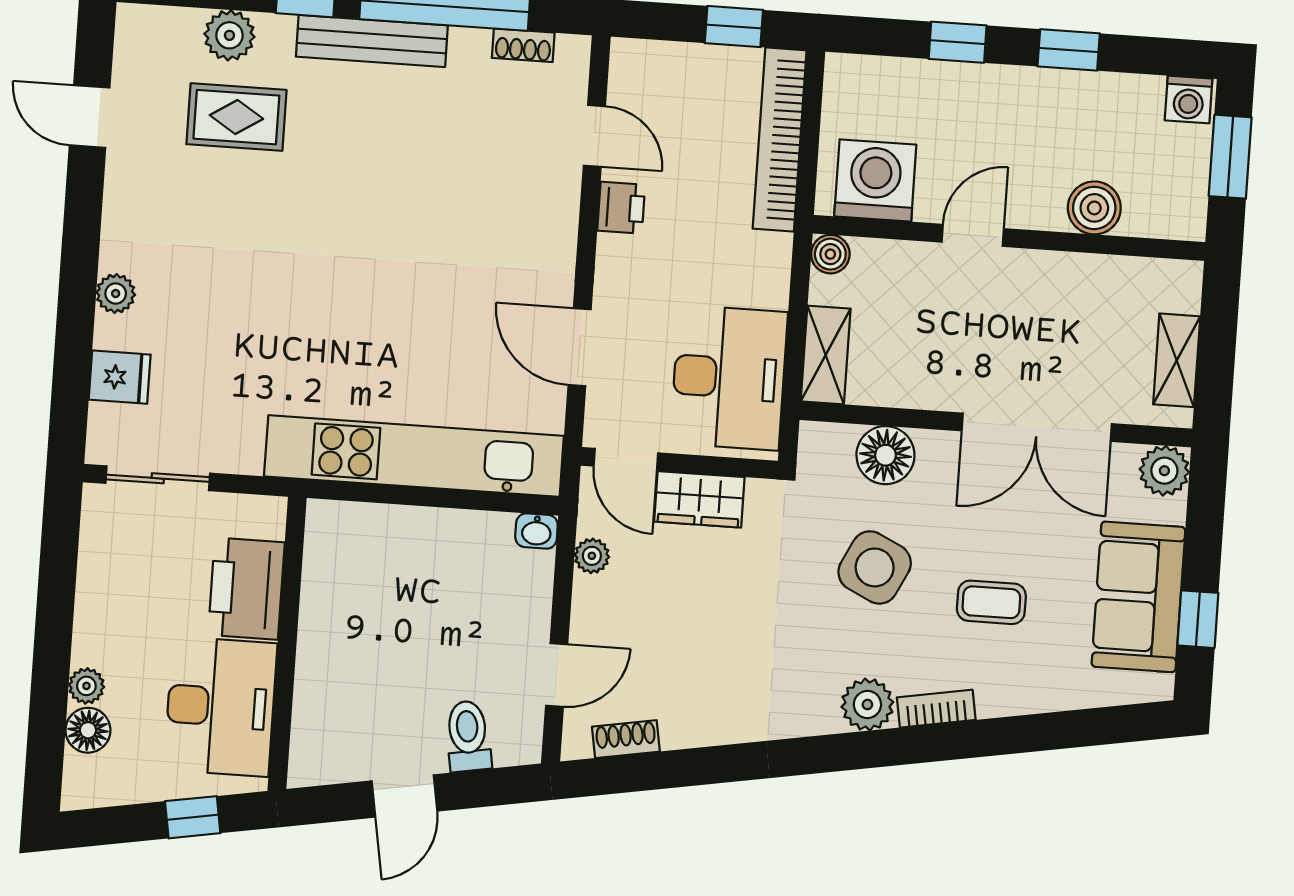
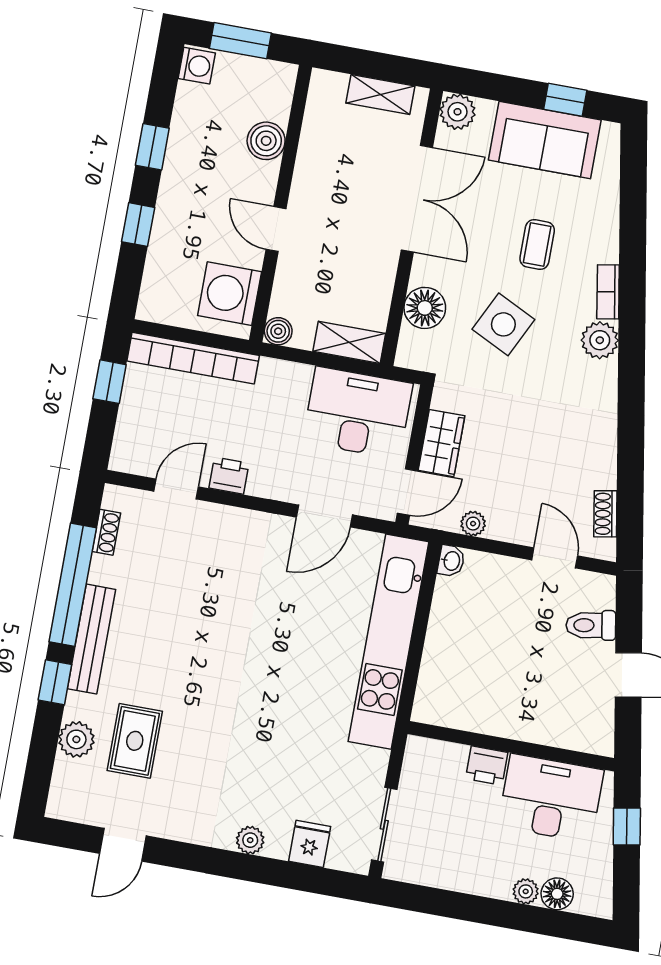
printer: (246, 589) -> (487, 766), width x0.53, depth x0.68

